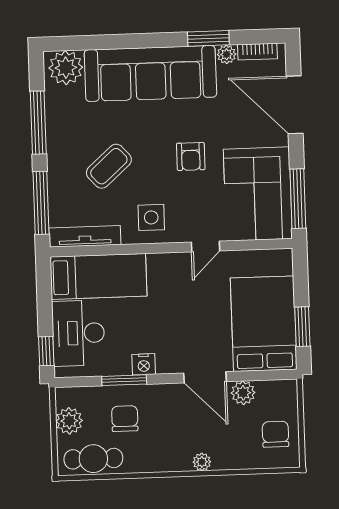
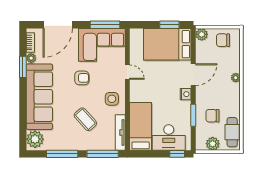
nightstand: (144, 364) -> (186, 94), moved
plant: (243, 393) -> (202, 34), moved

